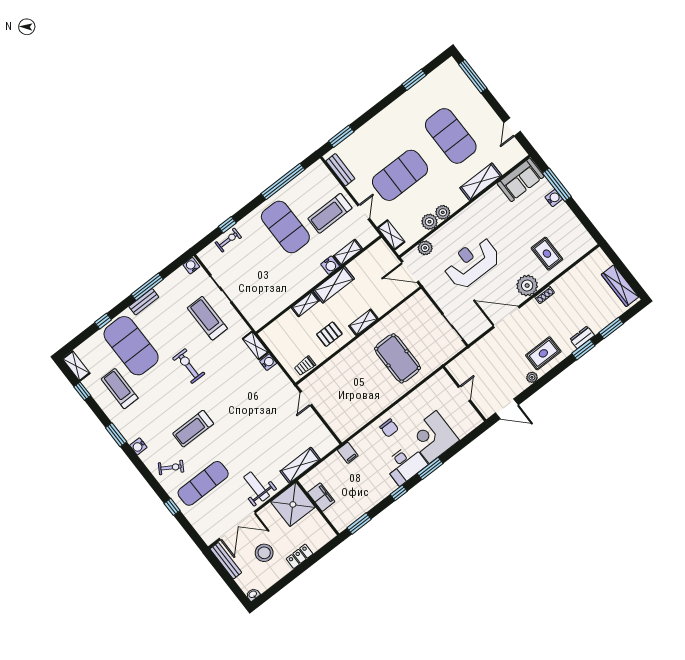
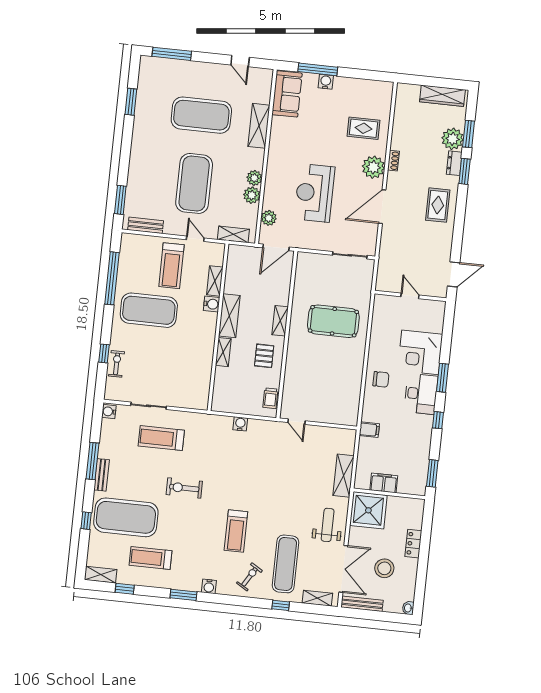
shelving: (255, 346) -> (317, 598), moved
plant: (532, 377) -> (453, 139), moved, width x1.88, depth x1.88
weight bench: (257, 486) -> (328, 525), turned 90

